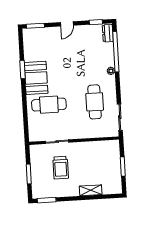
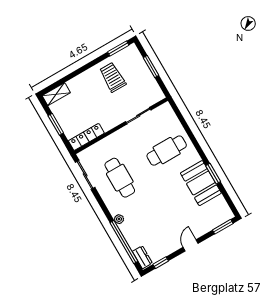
booth: (36, 78) -> (201, 183), moved
locker: (104, 145) -> (86, 137), added
trolley: (61, 168) -> (113, 77), moved
shelving: (91, 190) -> (56, 94), moved

